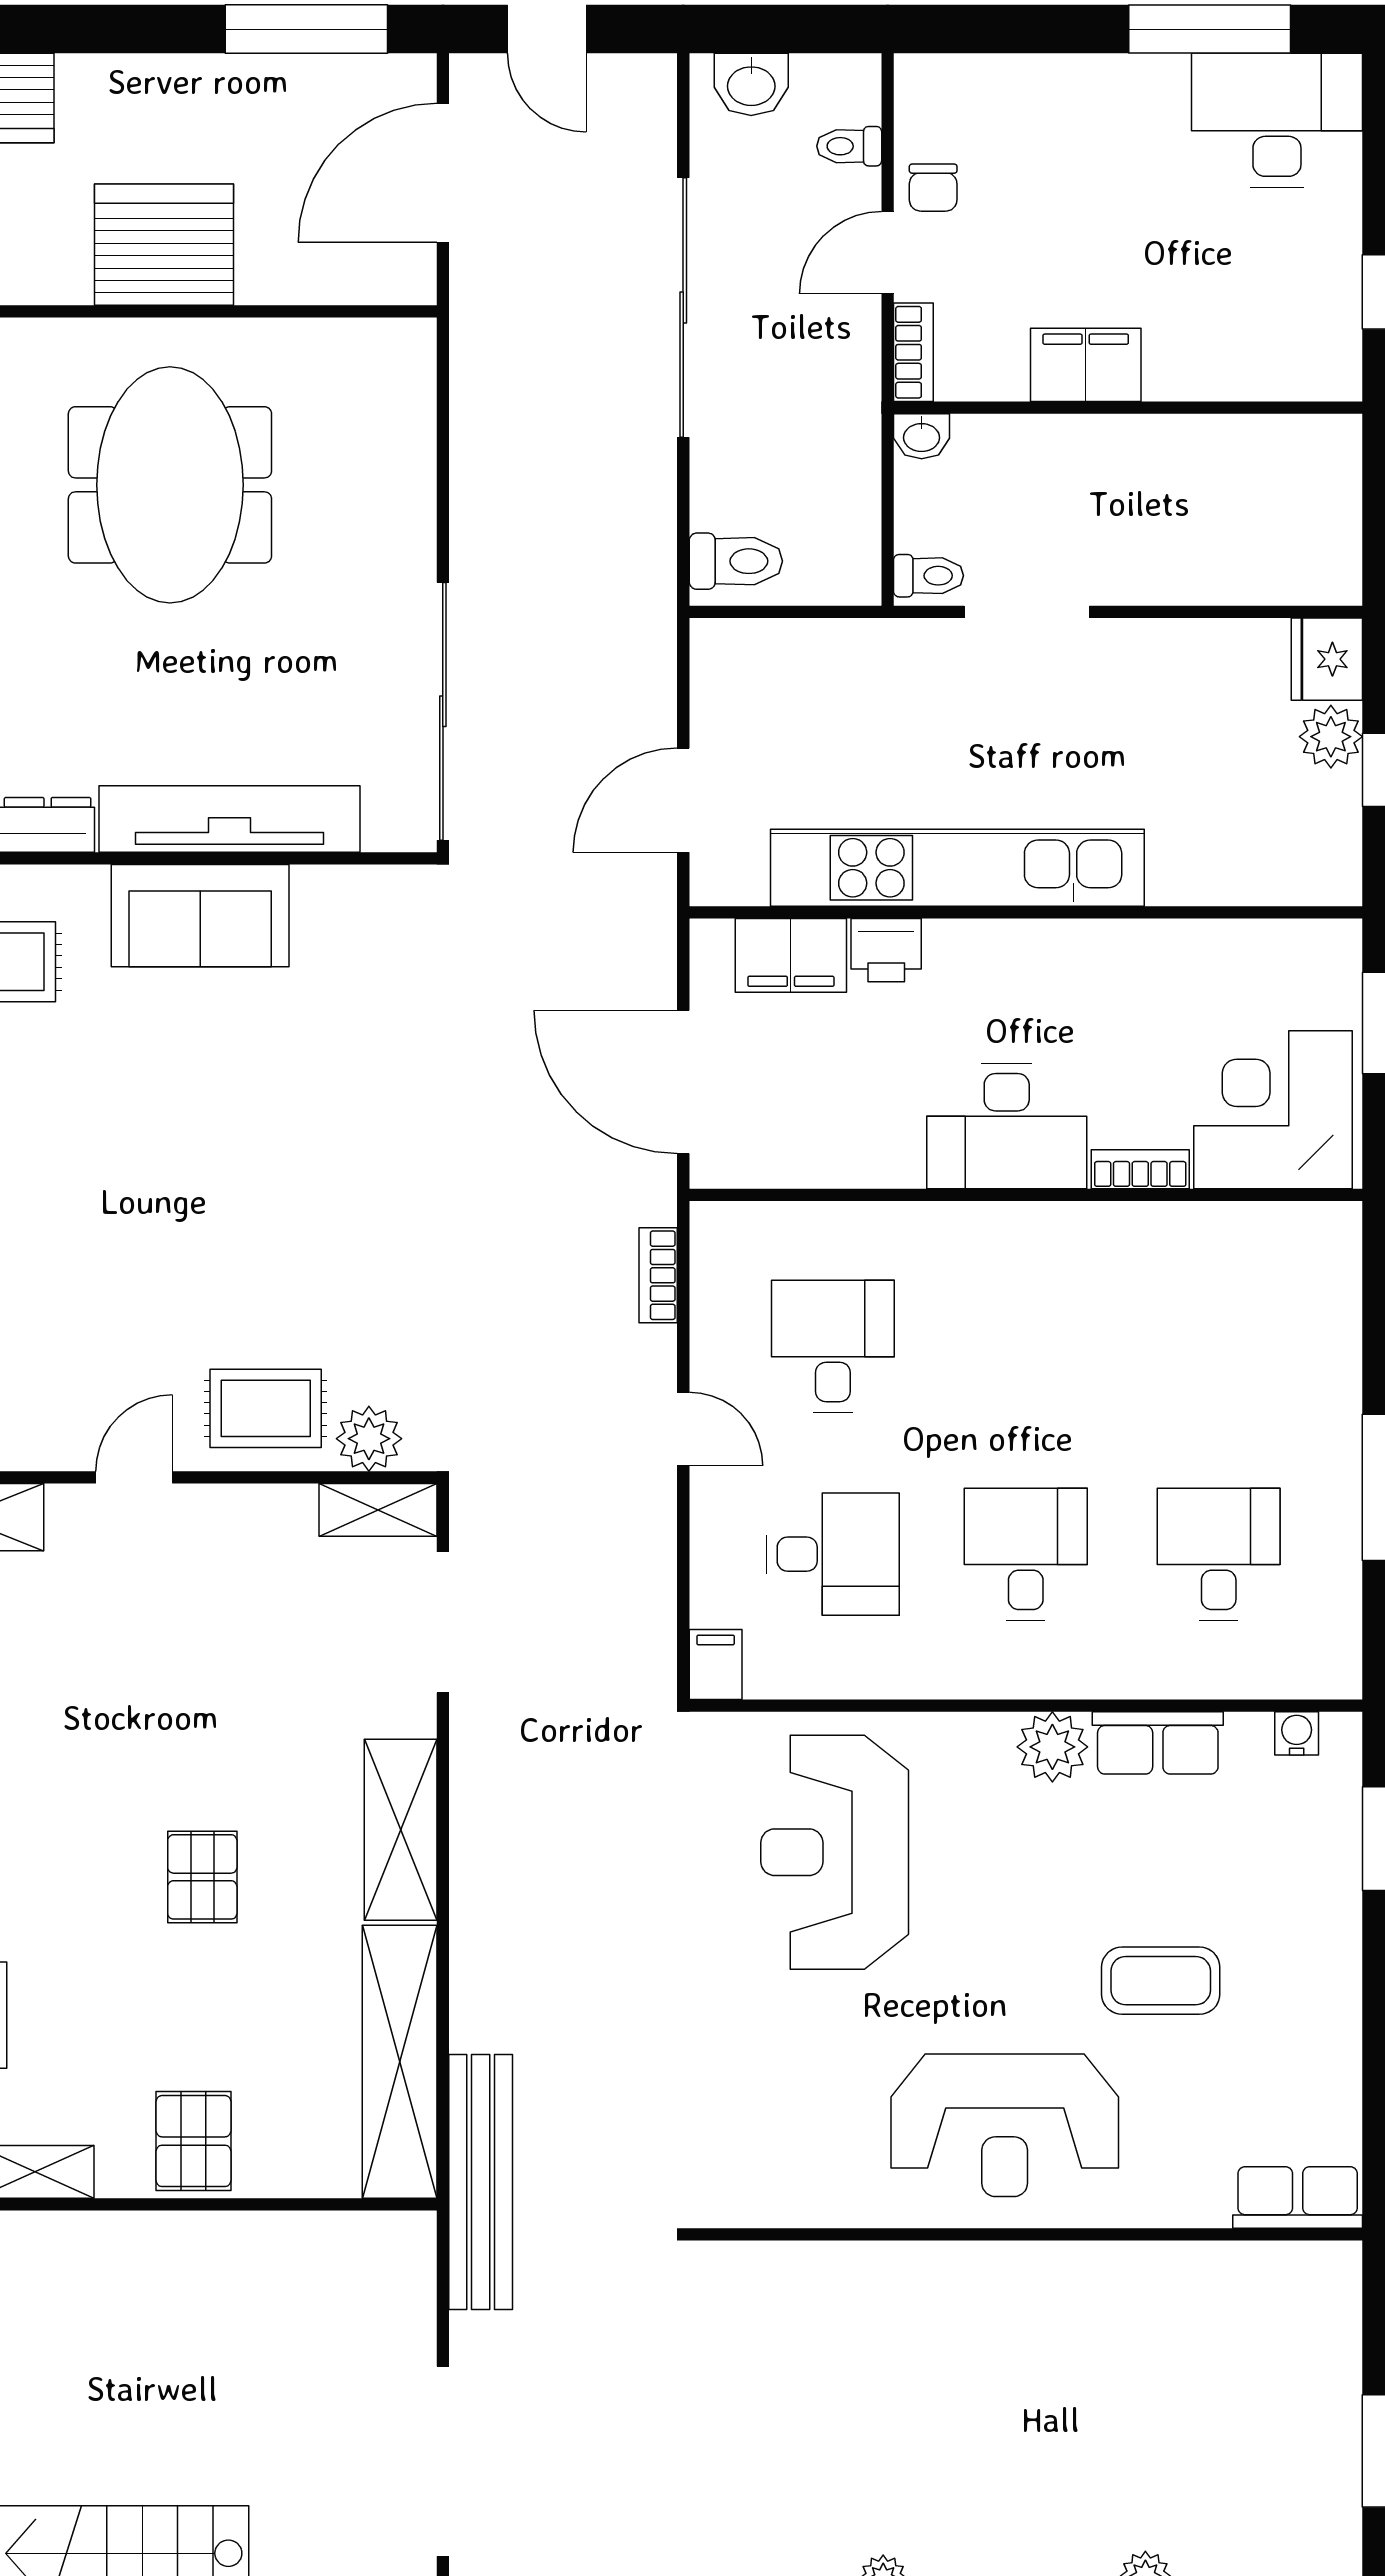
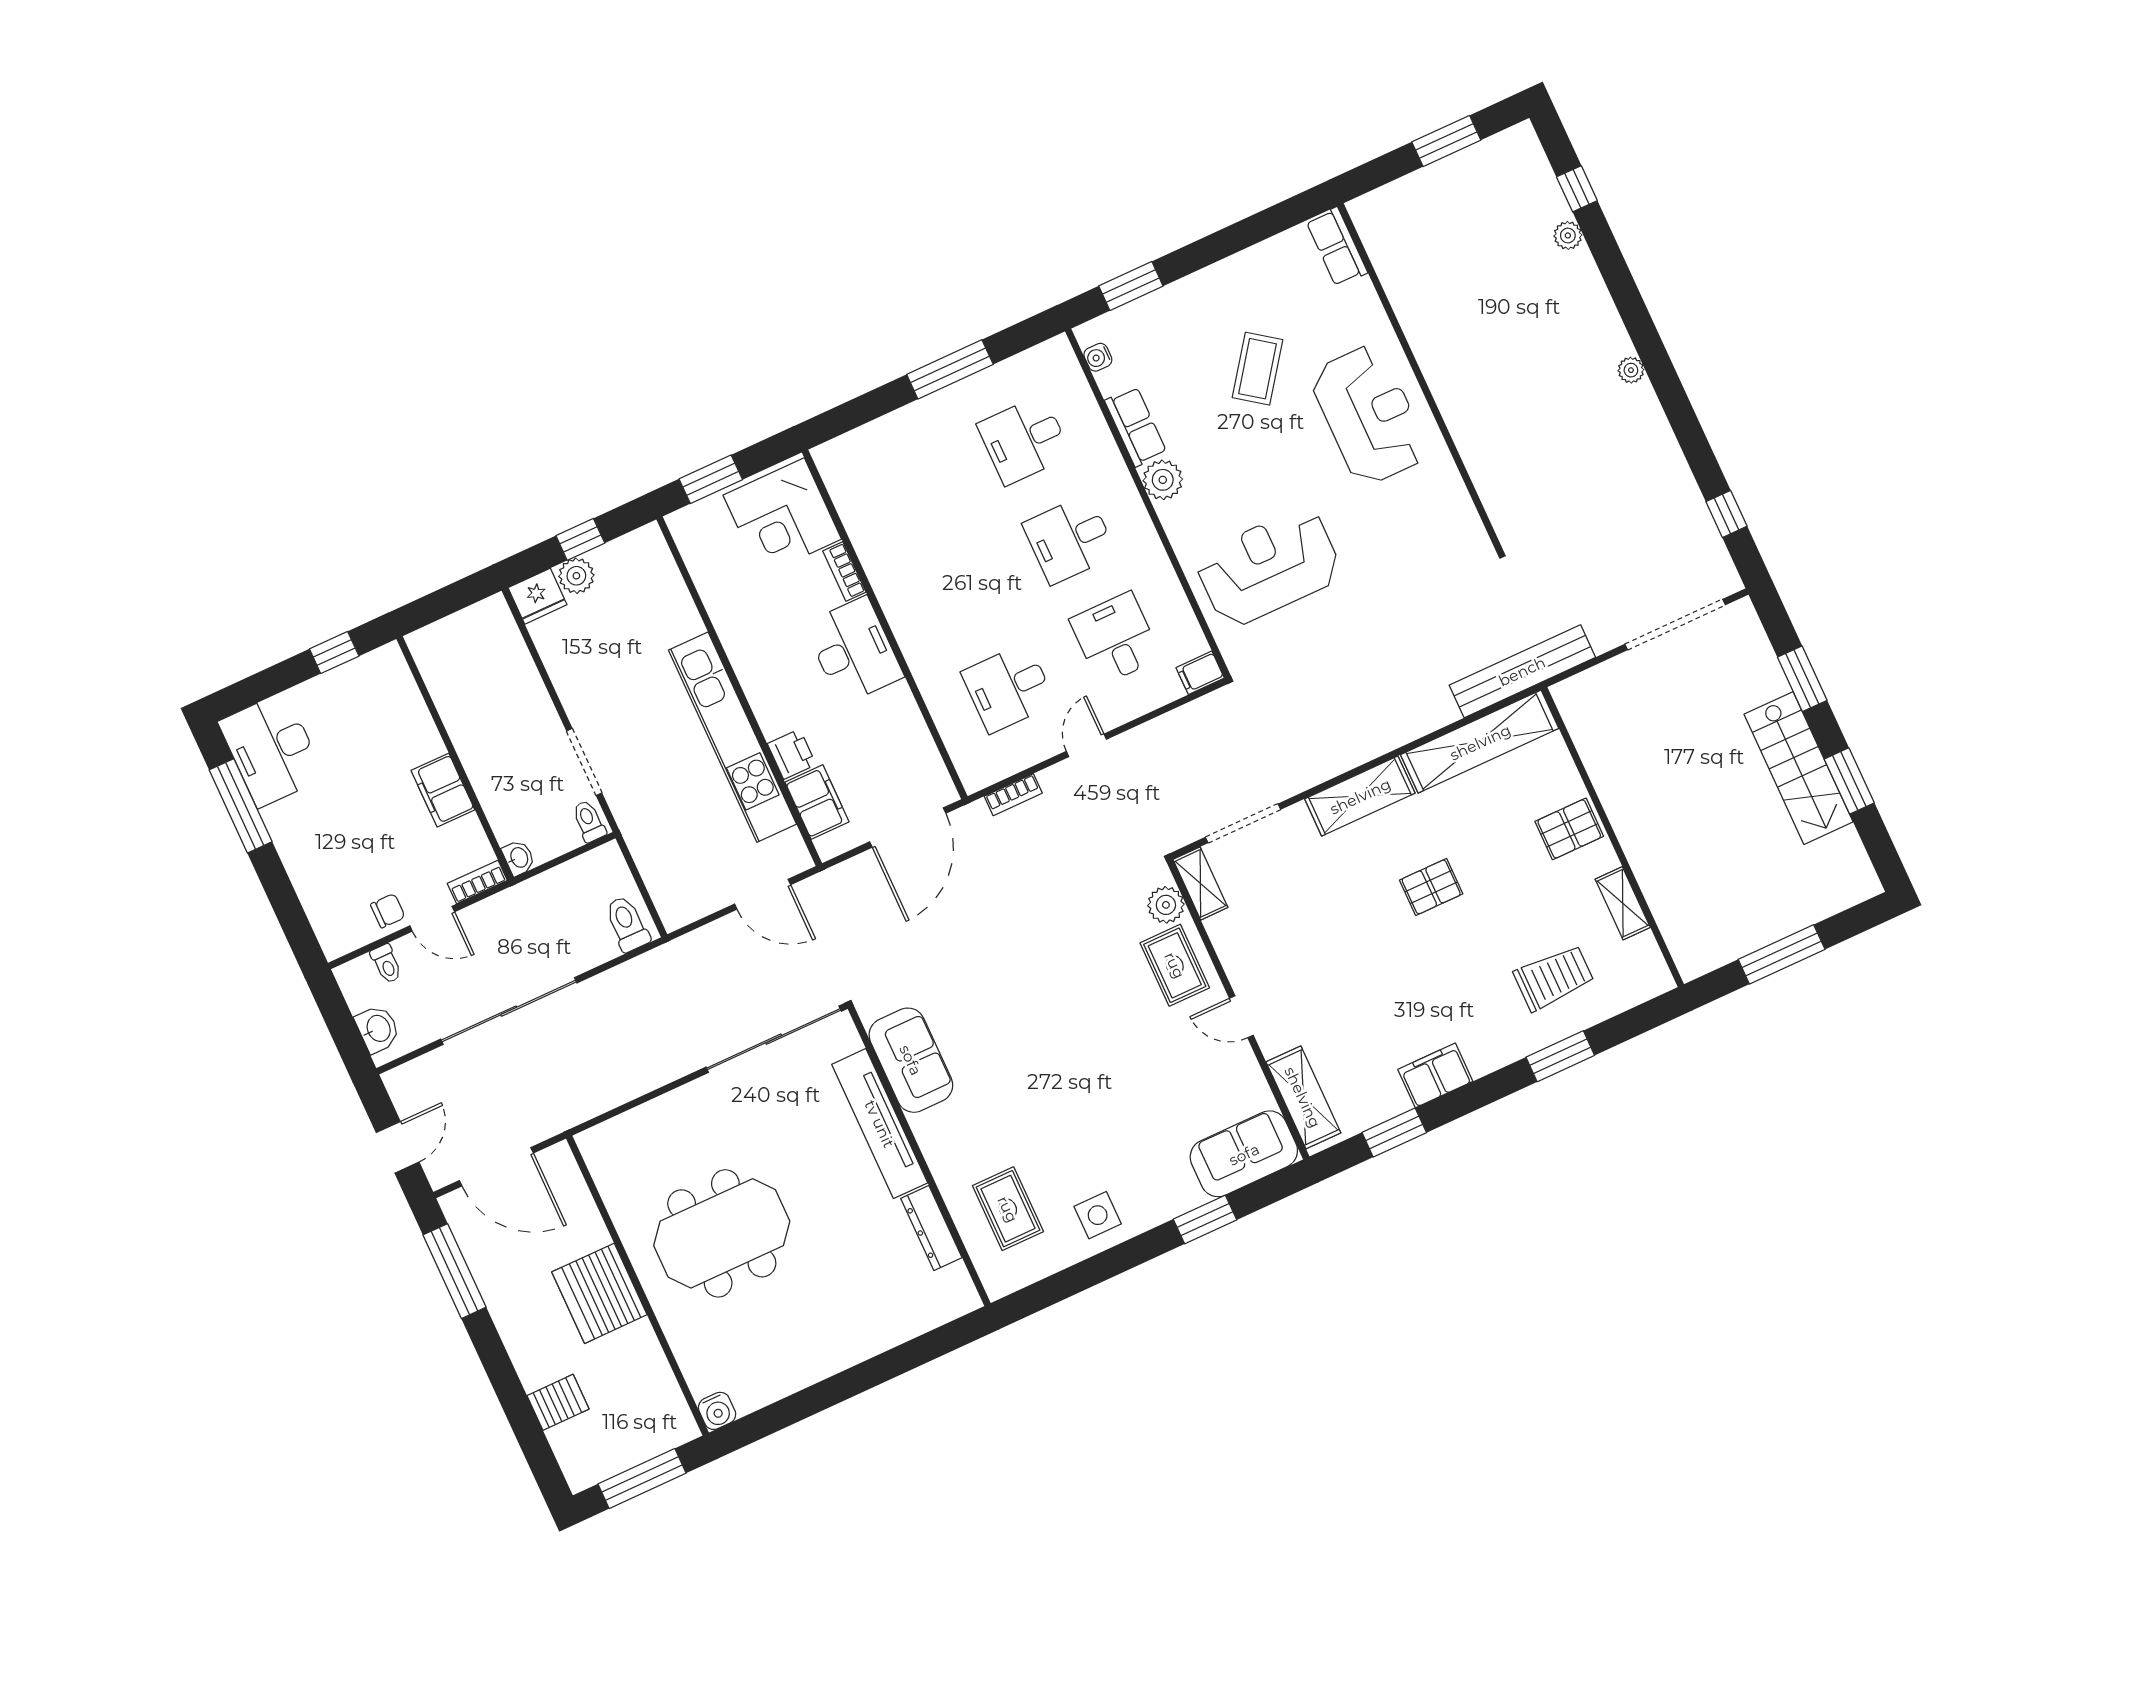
sofa: (200, 916) -> (911, 1060), moved
reception desk: (835, 1852) -> (1269, 567), turned 180
coffee table: (1161, 1981) -> (1257, 369), turned 36

